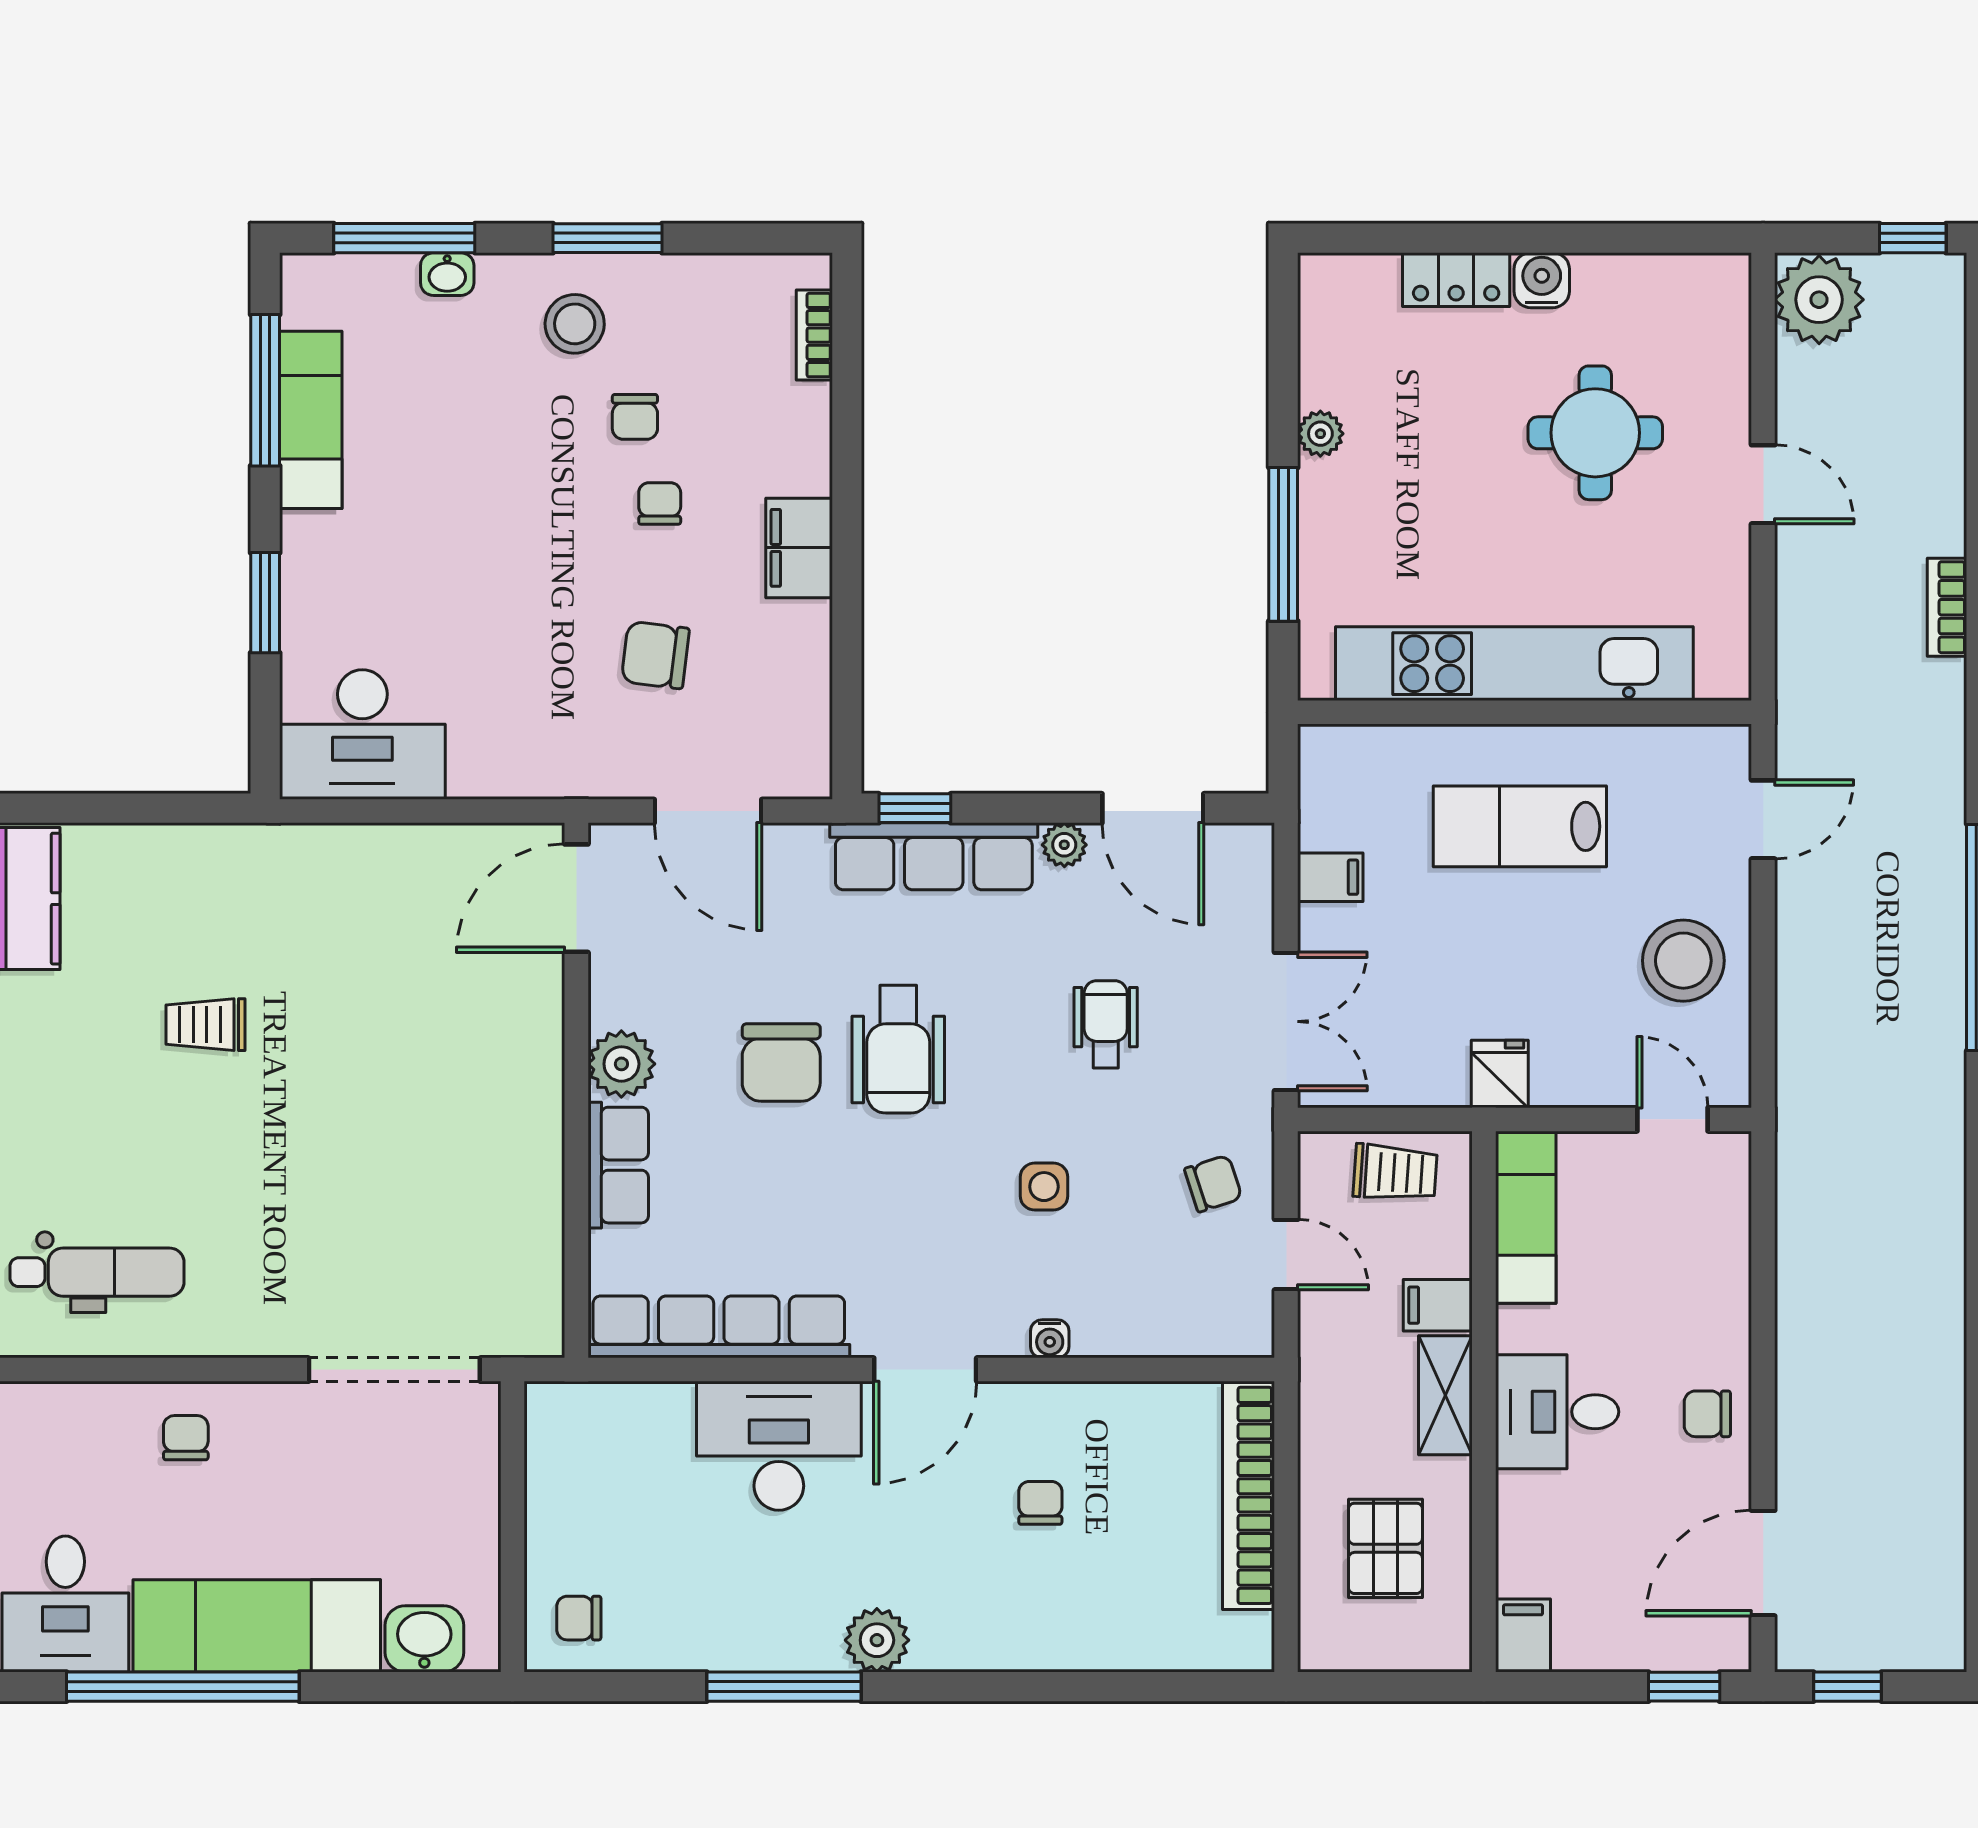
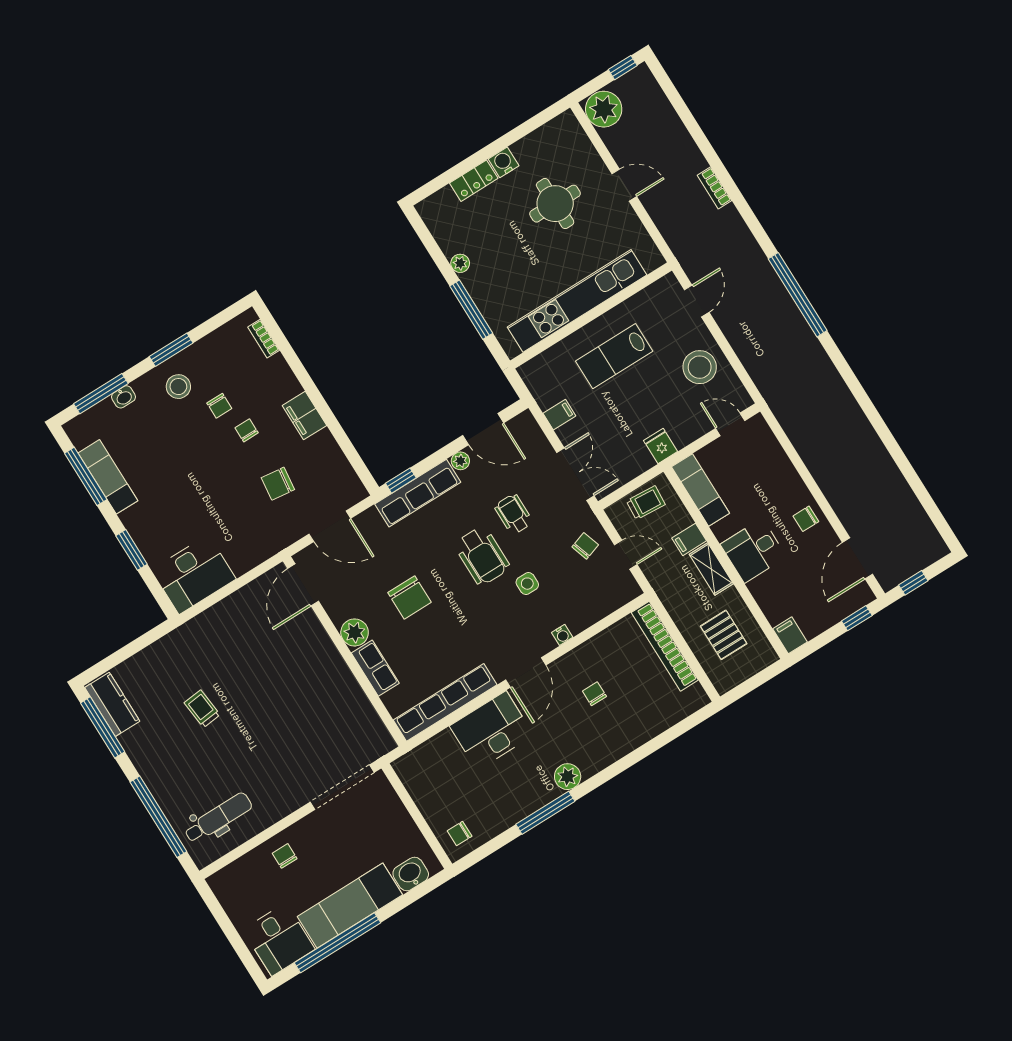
trolley: (205, 1025) -> (202, 709), turned 84
wheelchair: (898, 1049) -> (482, 556), moved

